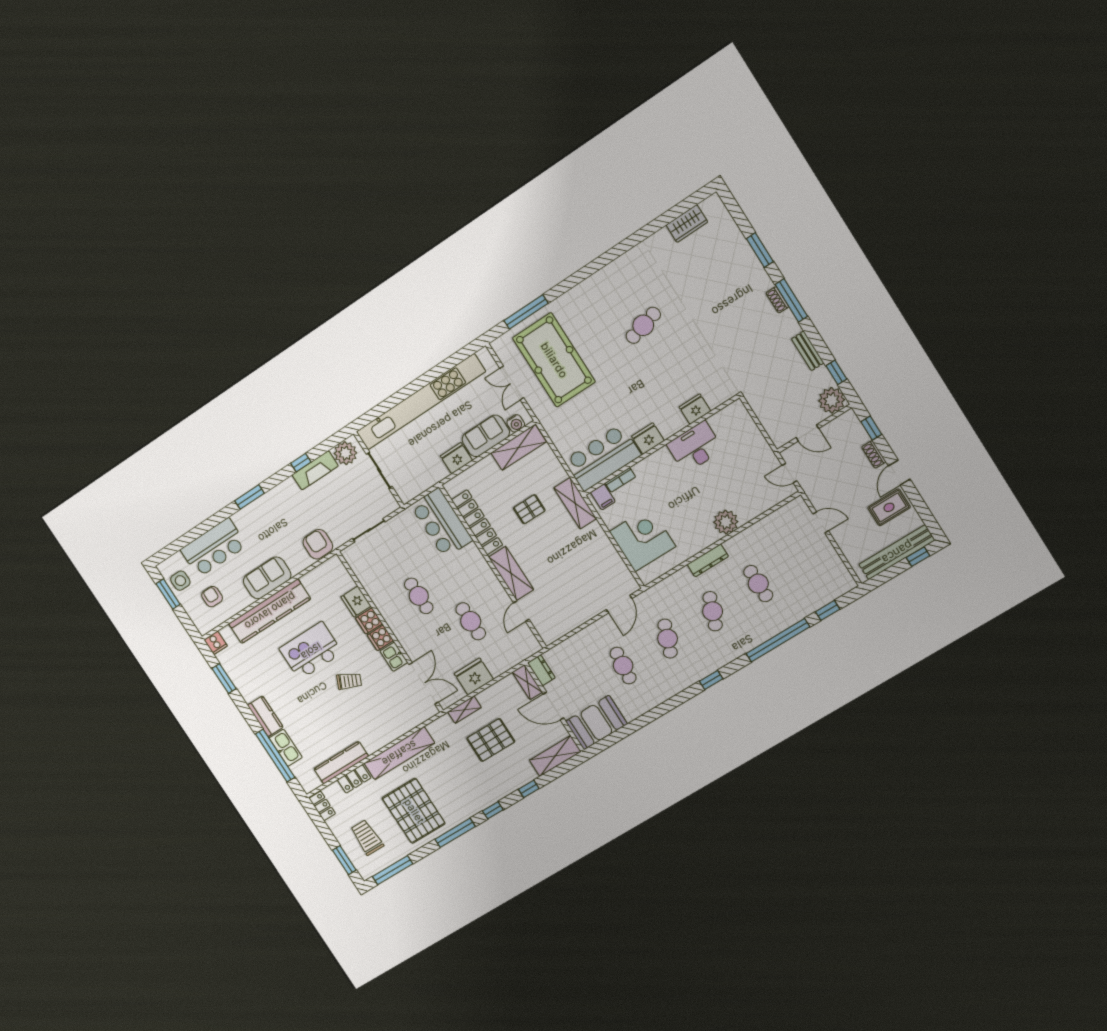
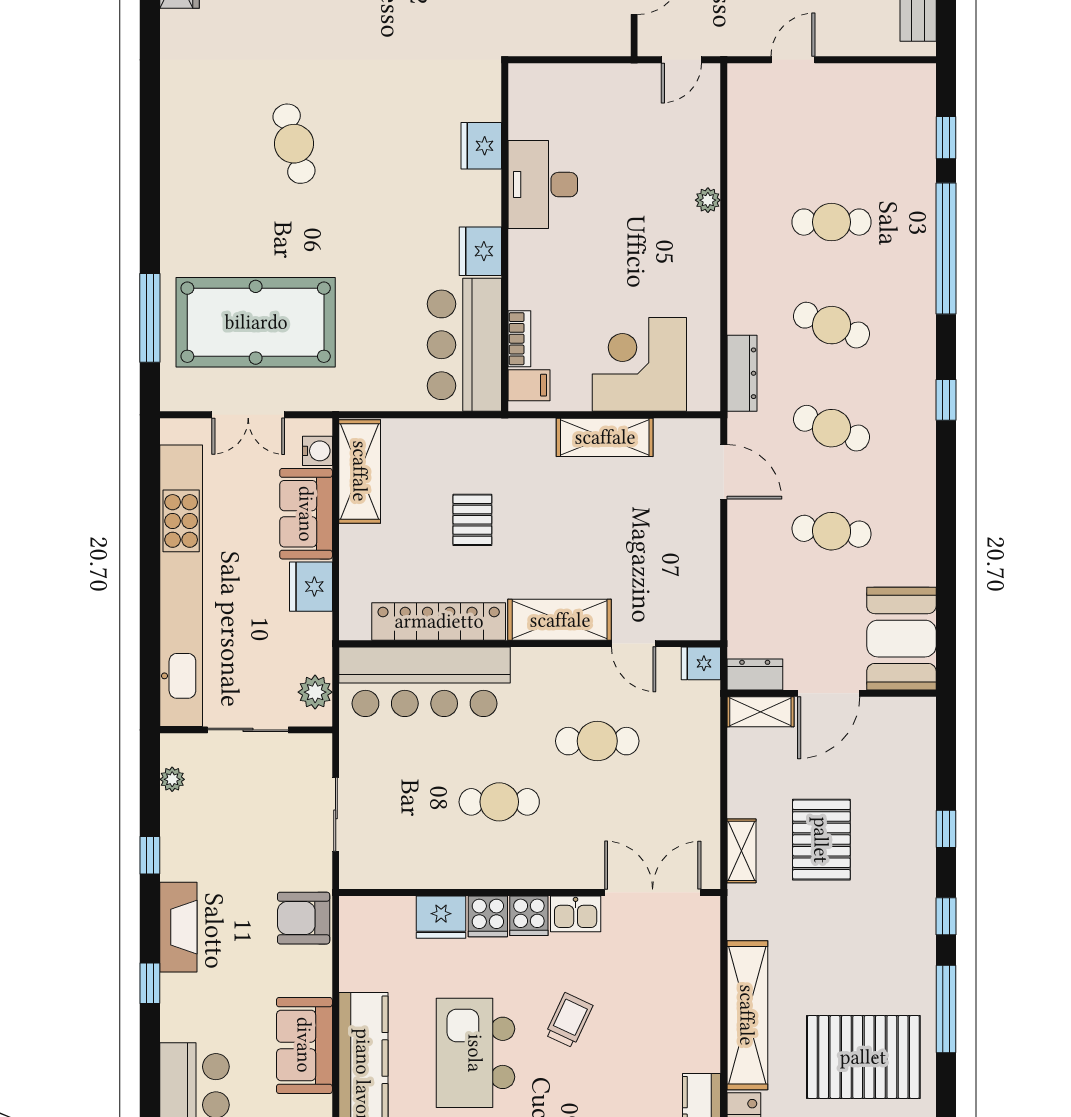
plant: (345, 453) -> (172, 779), width x0.53, depth x0.53
fireplace: (315, 470) -> (178, 927), moved
plant: (413, 489) -> (315, 692), added
window: (249, 497) -> (150, 983), width x0.67
shelving: (575, 503) -> (605, 437), moved
plant: (726, 522) -> (708, 200), width x0.53, depth x0.53
bar counter: (442, 523) -> (424, 682), width x1.36
dresser: (708, 560) -> (742, 373), moved
fridge: (474, 676) -> (701, 663), moved, width x0.53, depth x0.75
shelving: (555, 756) -> (916, 746), removed

